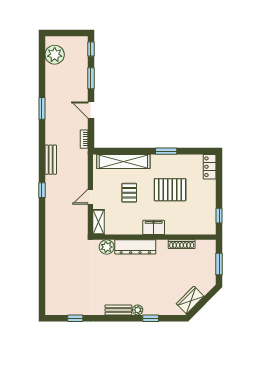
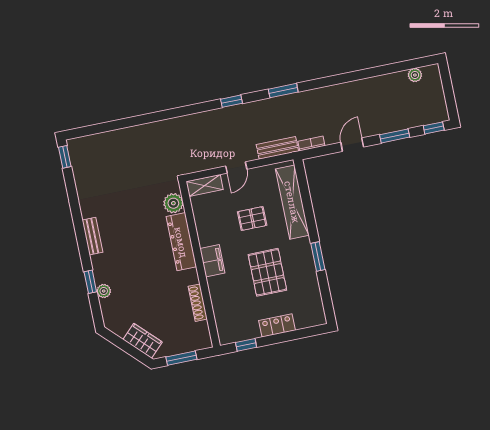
plant: (55, 55) -> (415, 75), width x0.53, depth x0.53
window: (42, 108) -> (283, 91), moved
bench: (51, 160) -> (277, 148), moved
locker: (210, 167) -> (277, 325), moved
door: (90, 197) -> (236, 168), swing flipped
wardrobe: (190, 300) -> (143, 341), moved
plant: (138, 310) -> (104, 291), moved
window: (75, 318) -> (65, 157), moved

